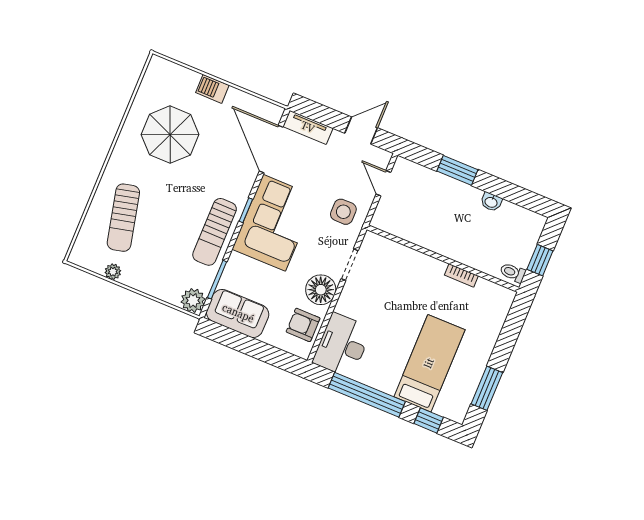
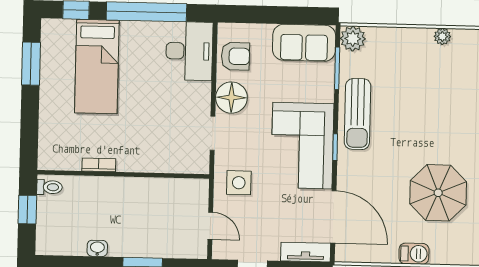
sun lounger: (123, 218) -> (453, 94), removed
sun lounger: (215, 232) -> (358, 114), turned 180

